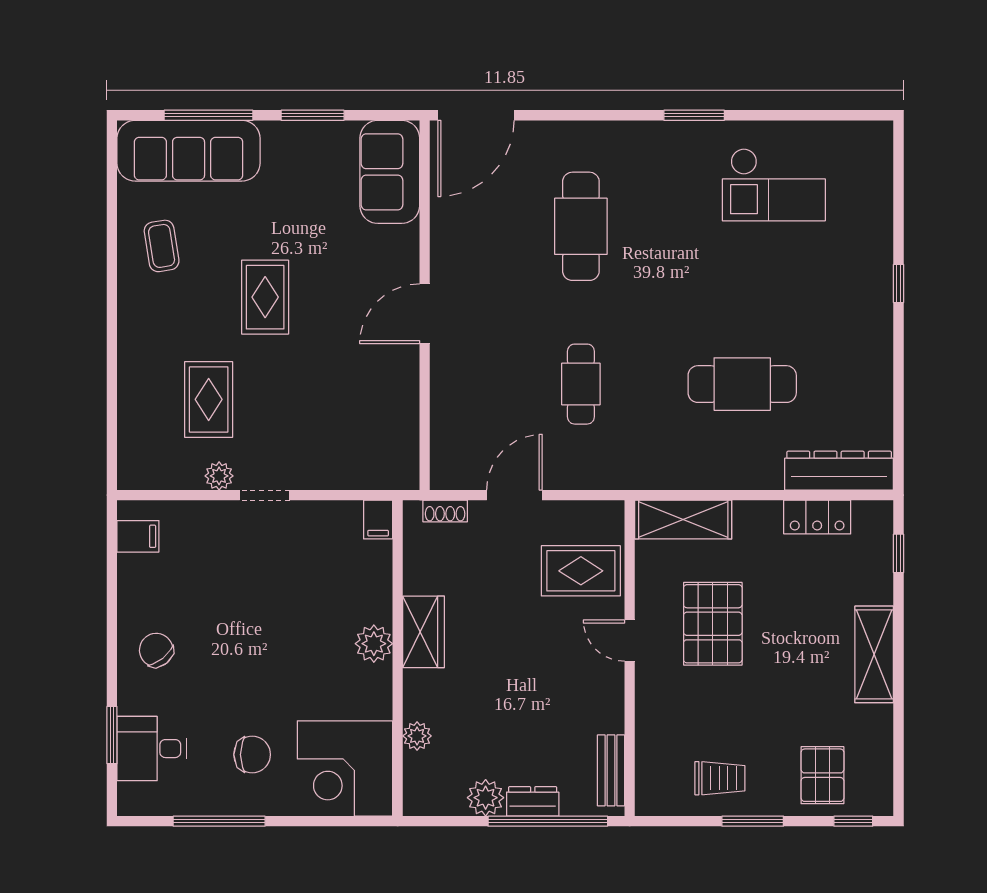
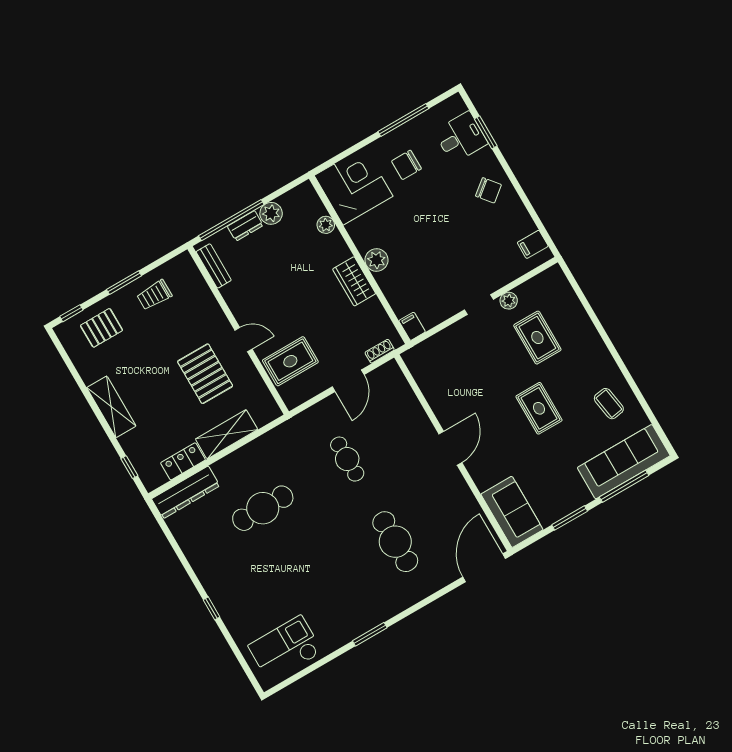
checkout: (774, 185) -> (285, 649), moved
shelving: (683, 520) -> (227, 434), moved
pallet: (822, 775) -> (102, 328), turned 90

